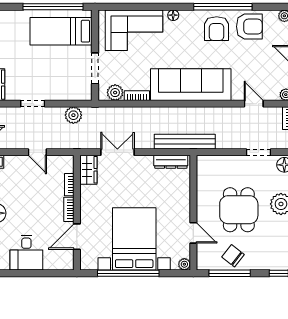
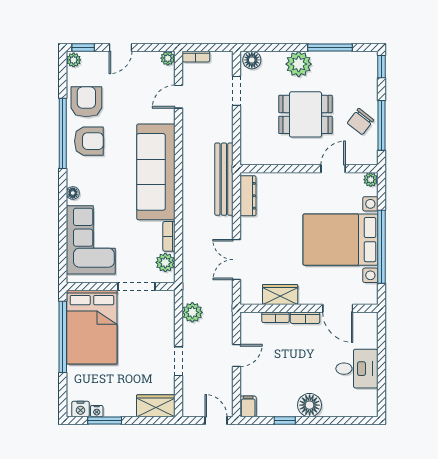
bed: (61, 31) -> (92, 327), width x1.50
wardrobe: (88, 170) -> (280, 294), moved

